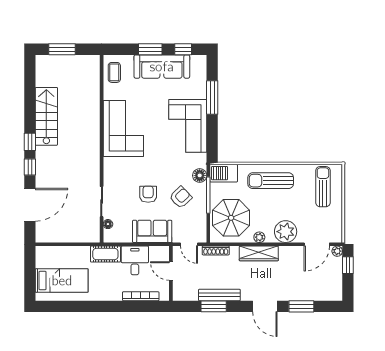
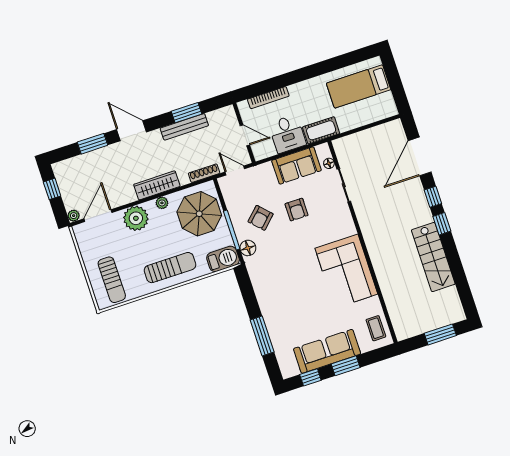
corner sofa: (188, 126) -> (278, 297), removed
sofa: (152, 231) -> (297, 165), moved
window: (348, 265) -> (52, 189), moved

